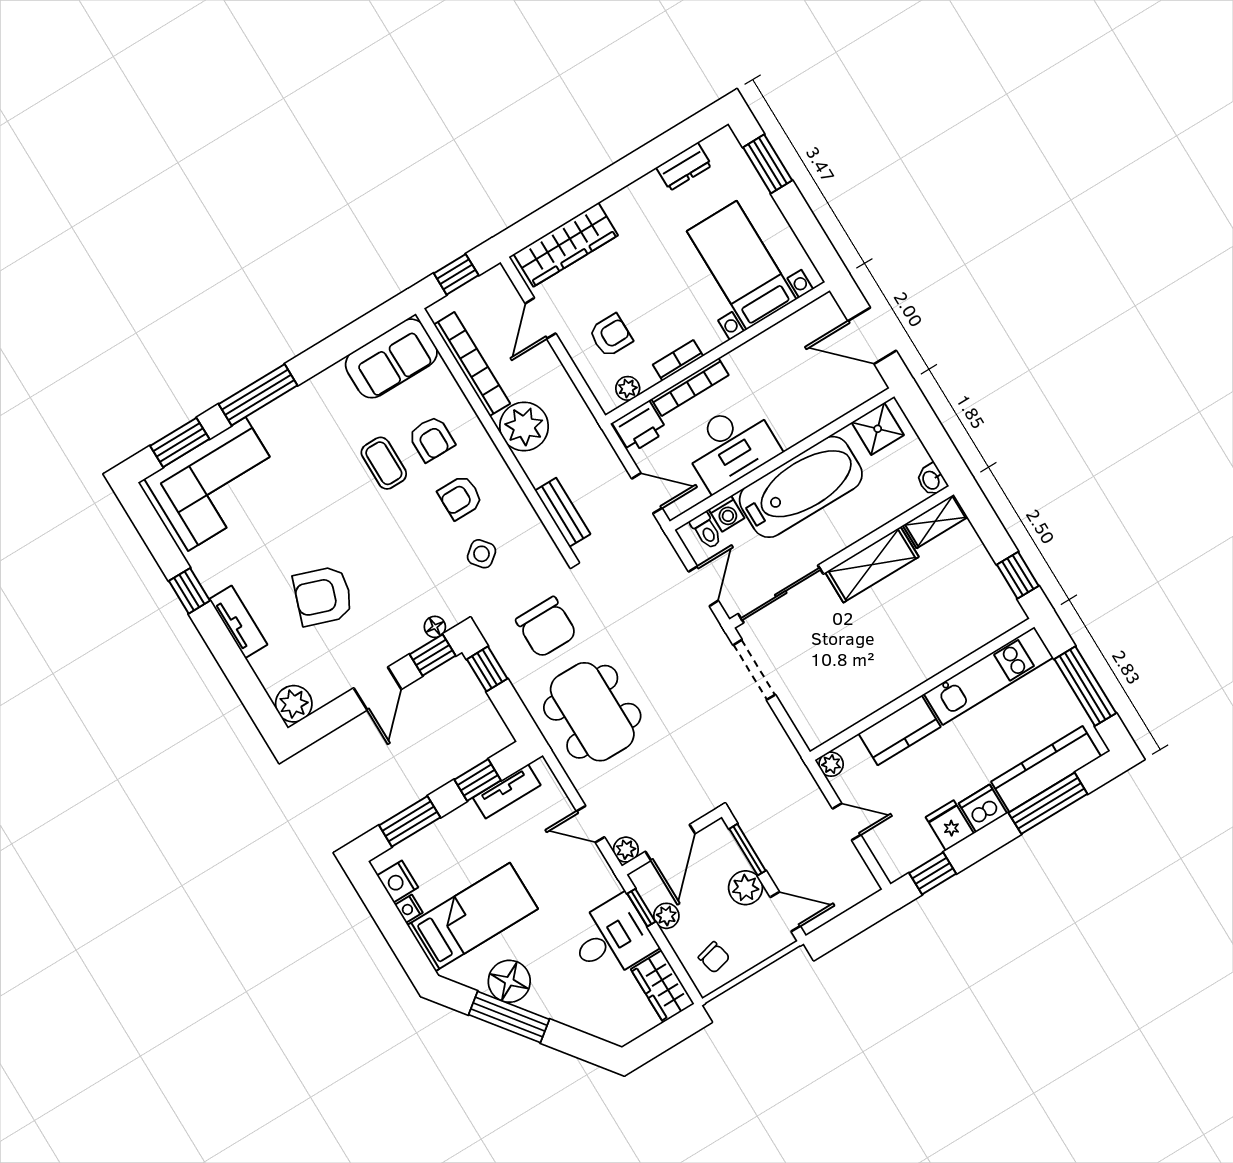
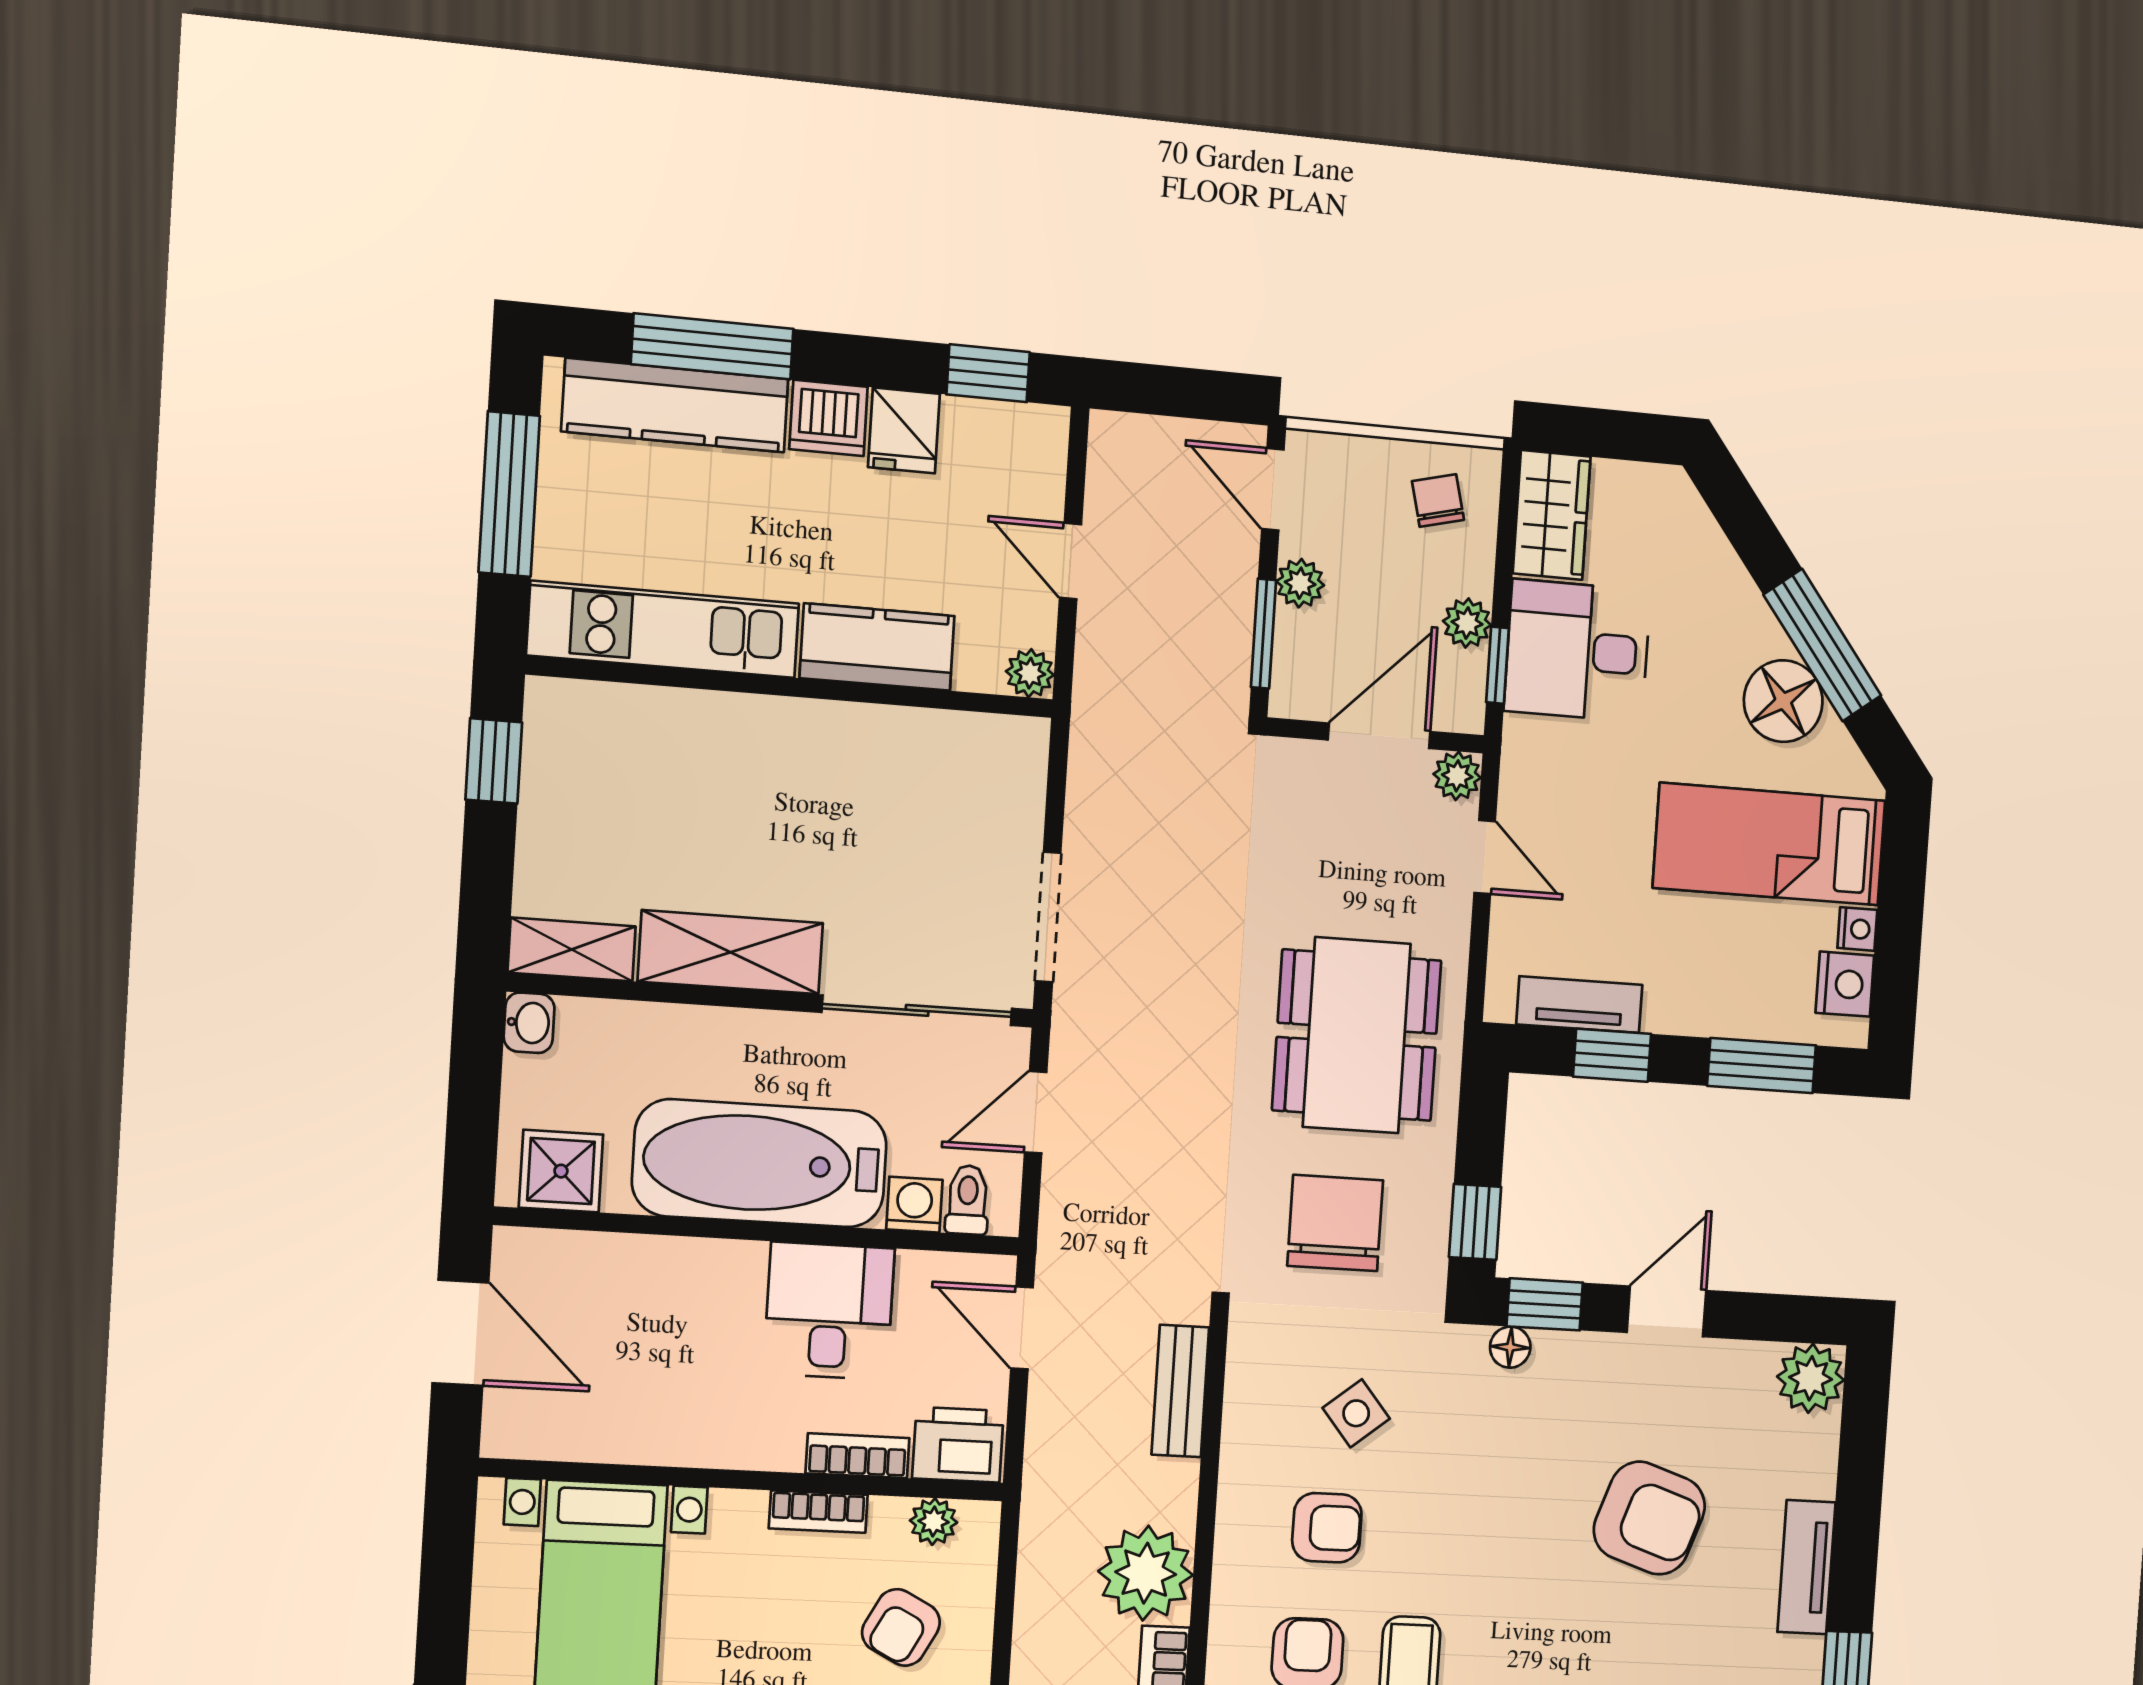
armchair: (611, 335) -> (901, 1627), turned -62
bookcase: (690, 387) -> (858, 1456), width x0.64
desk: (731, 446) -> (829, 1311), width x0.73
plant: (745, 888) -> (1300, 583), width x0.73, depth x0.73

